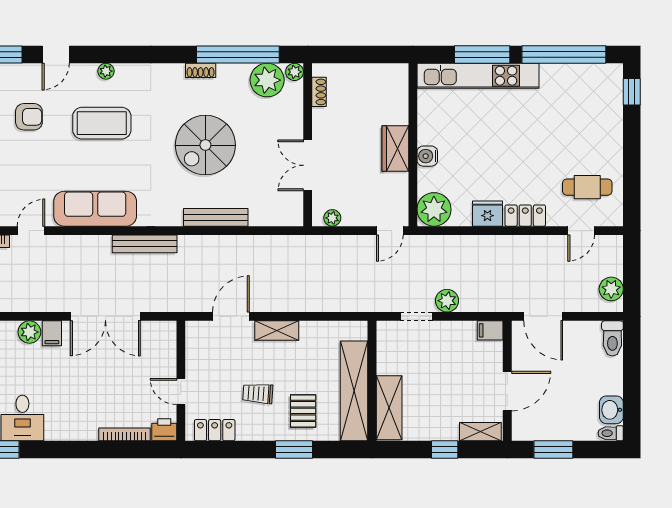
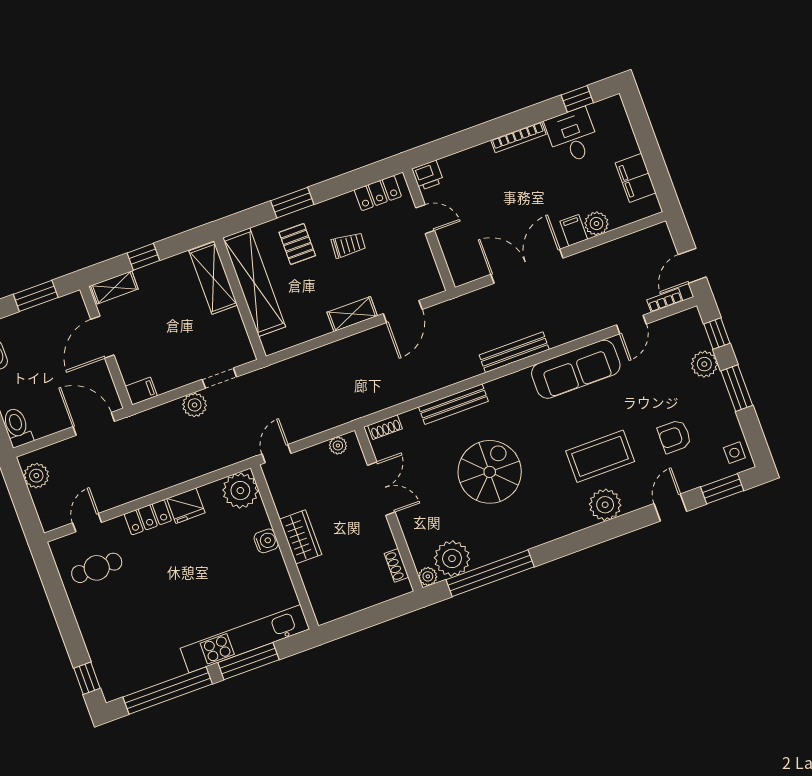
shoe rack: (201, 70) -> (385, 427), moved, turned 180
plant: (106, 71) -> (605, 505), width x1.88, depth x1.88
bookcase: (125, 434) -> (518, 137), moved

